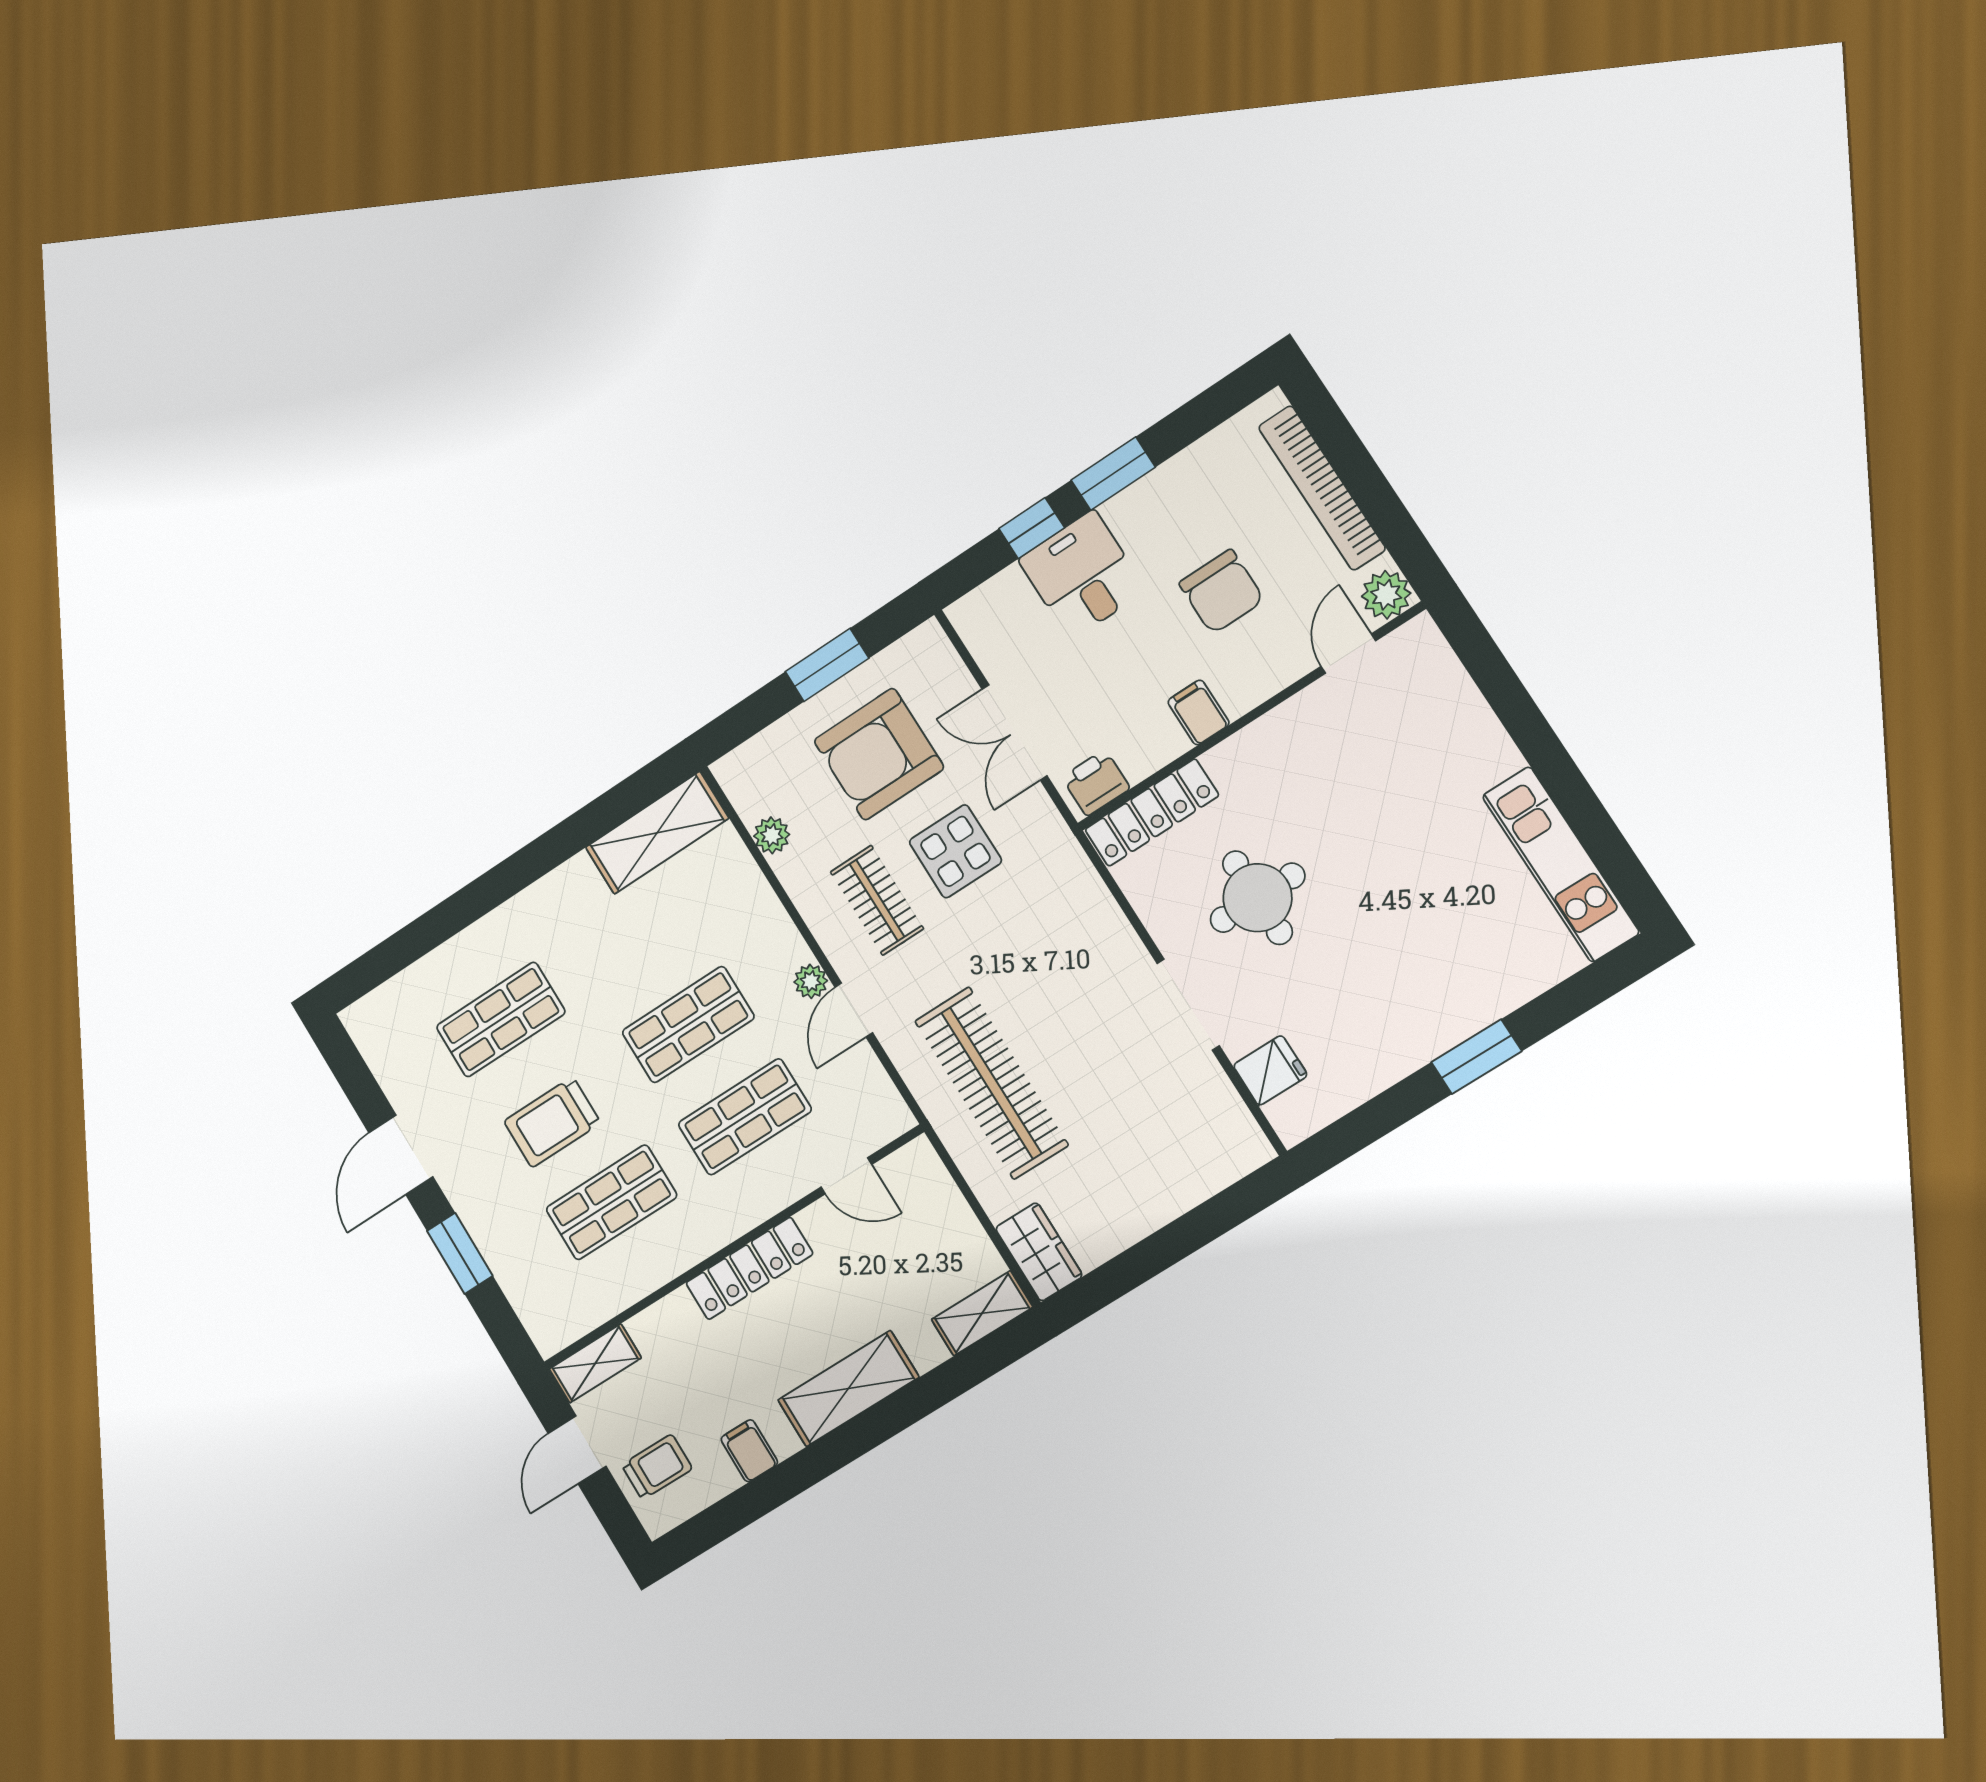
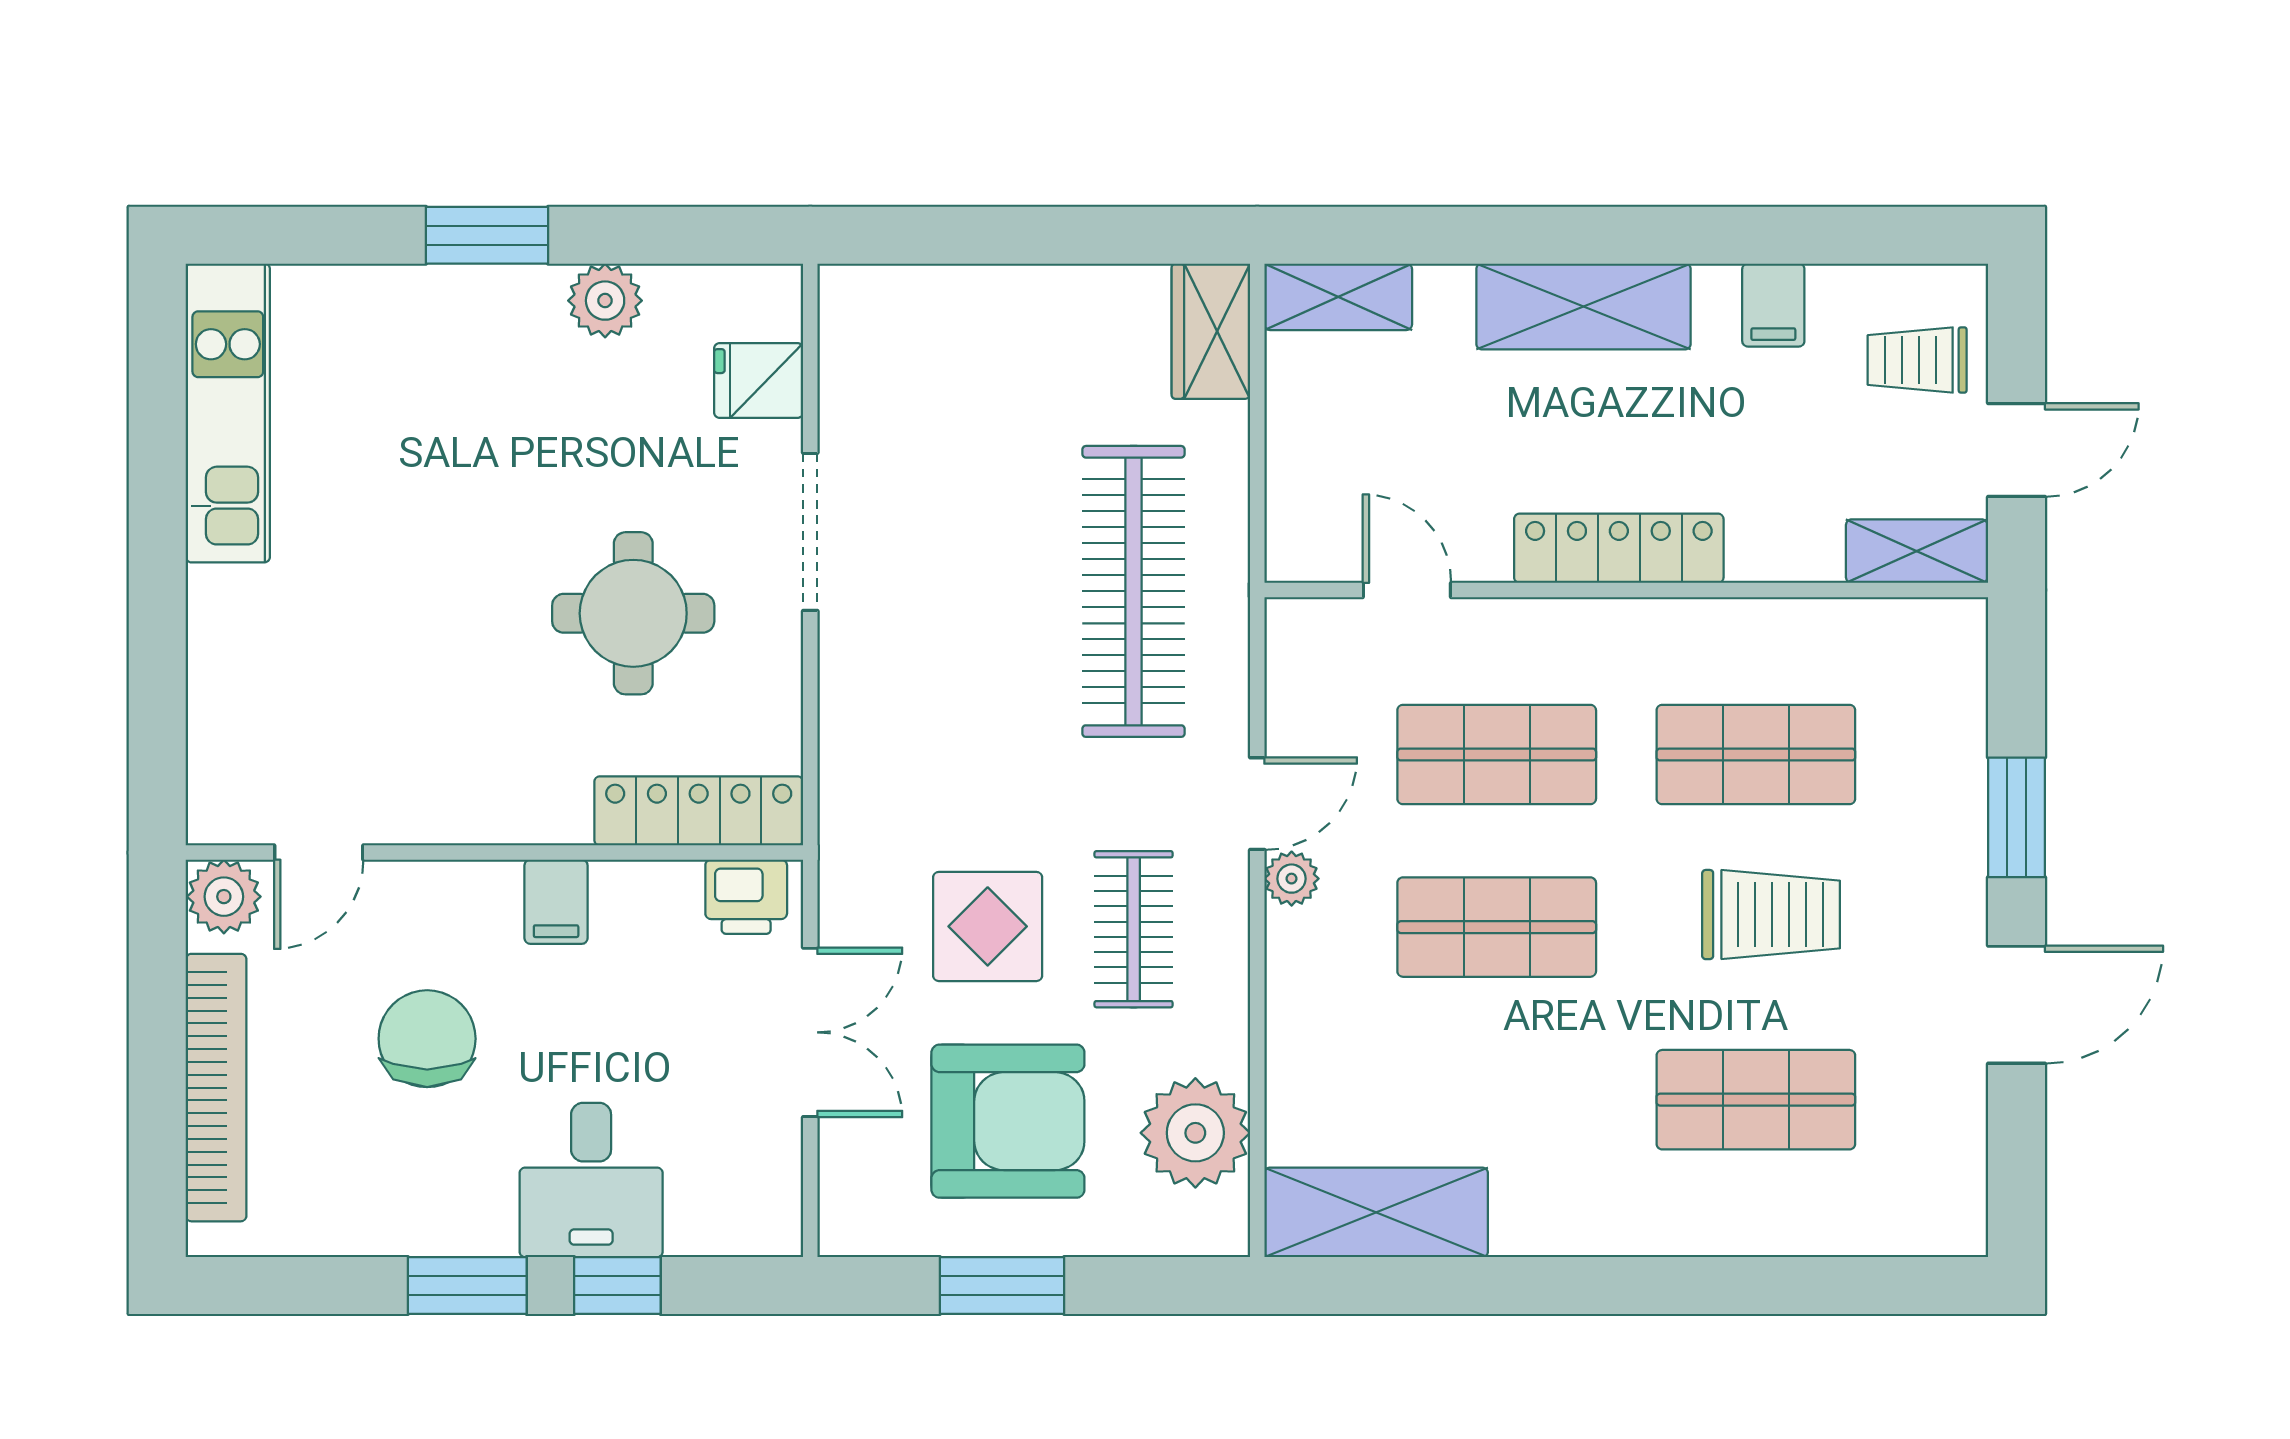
plant: (772, 835) -> (1195, 1133), width x1.88, depth x1.88
plant: (1385, 1061) -> (605, 301), added

